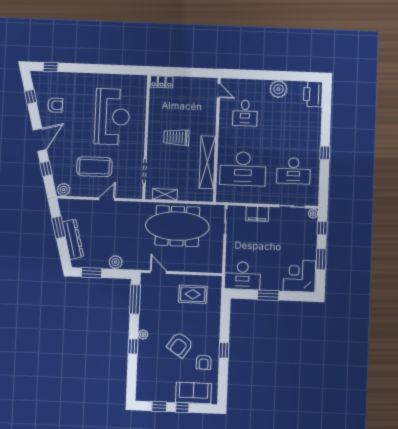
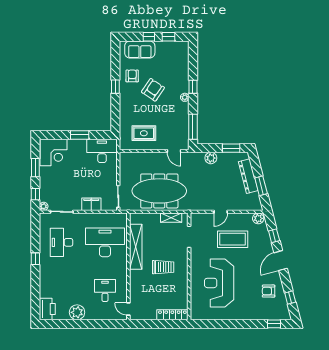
locker: (162, 82) -> (172, 315), width x1.53
desk: (294, 171) -> (62, 242), turned -90

